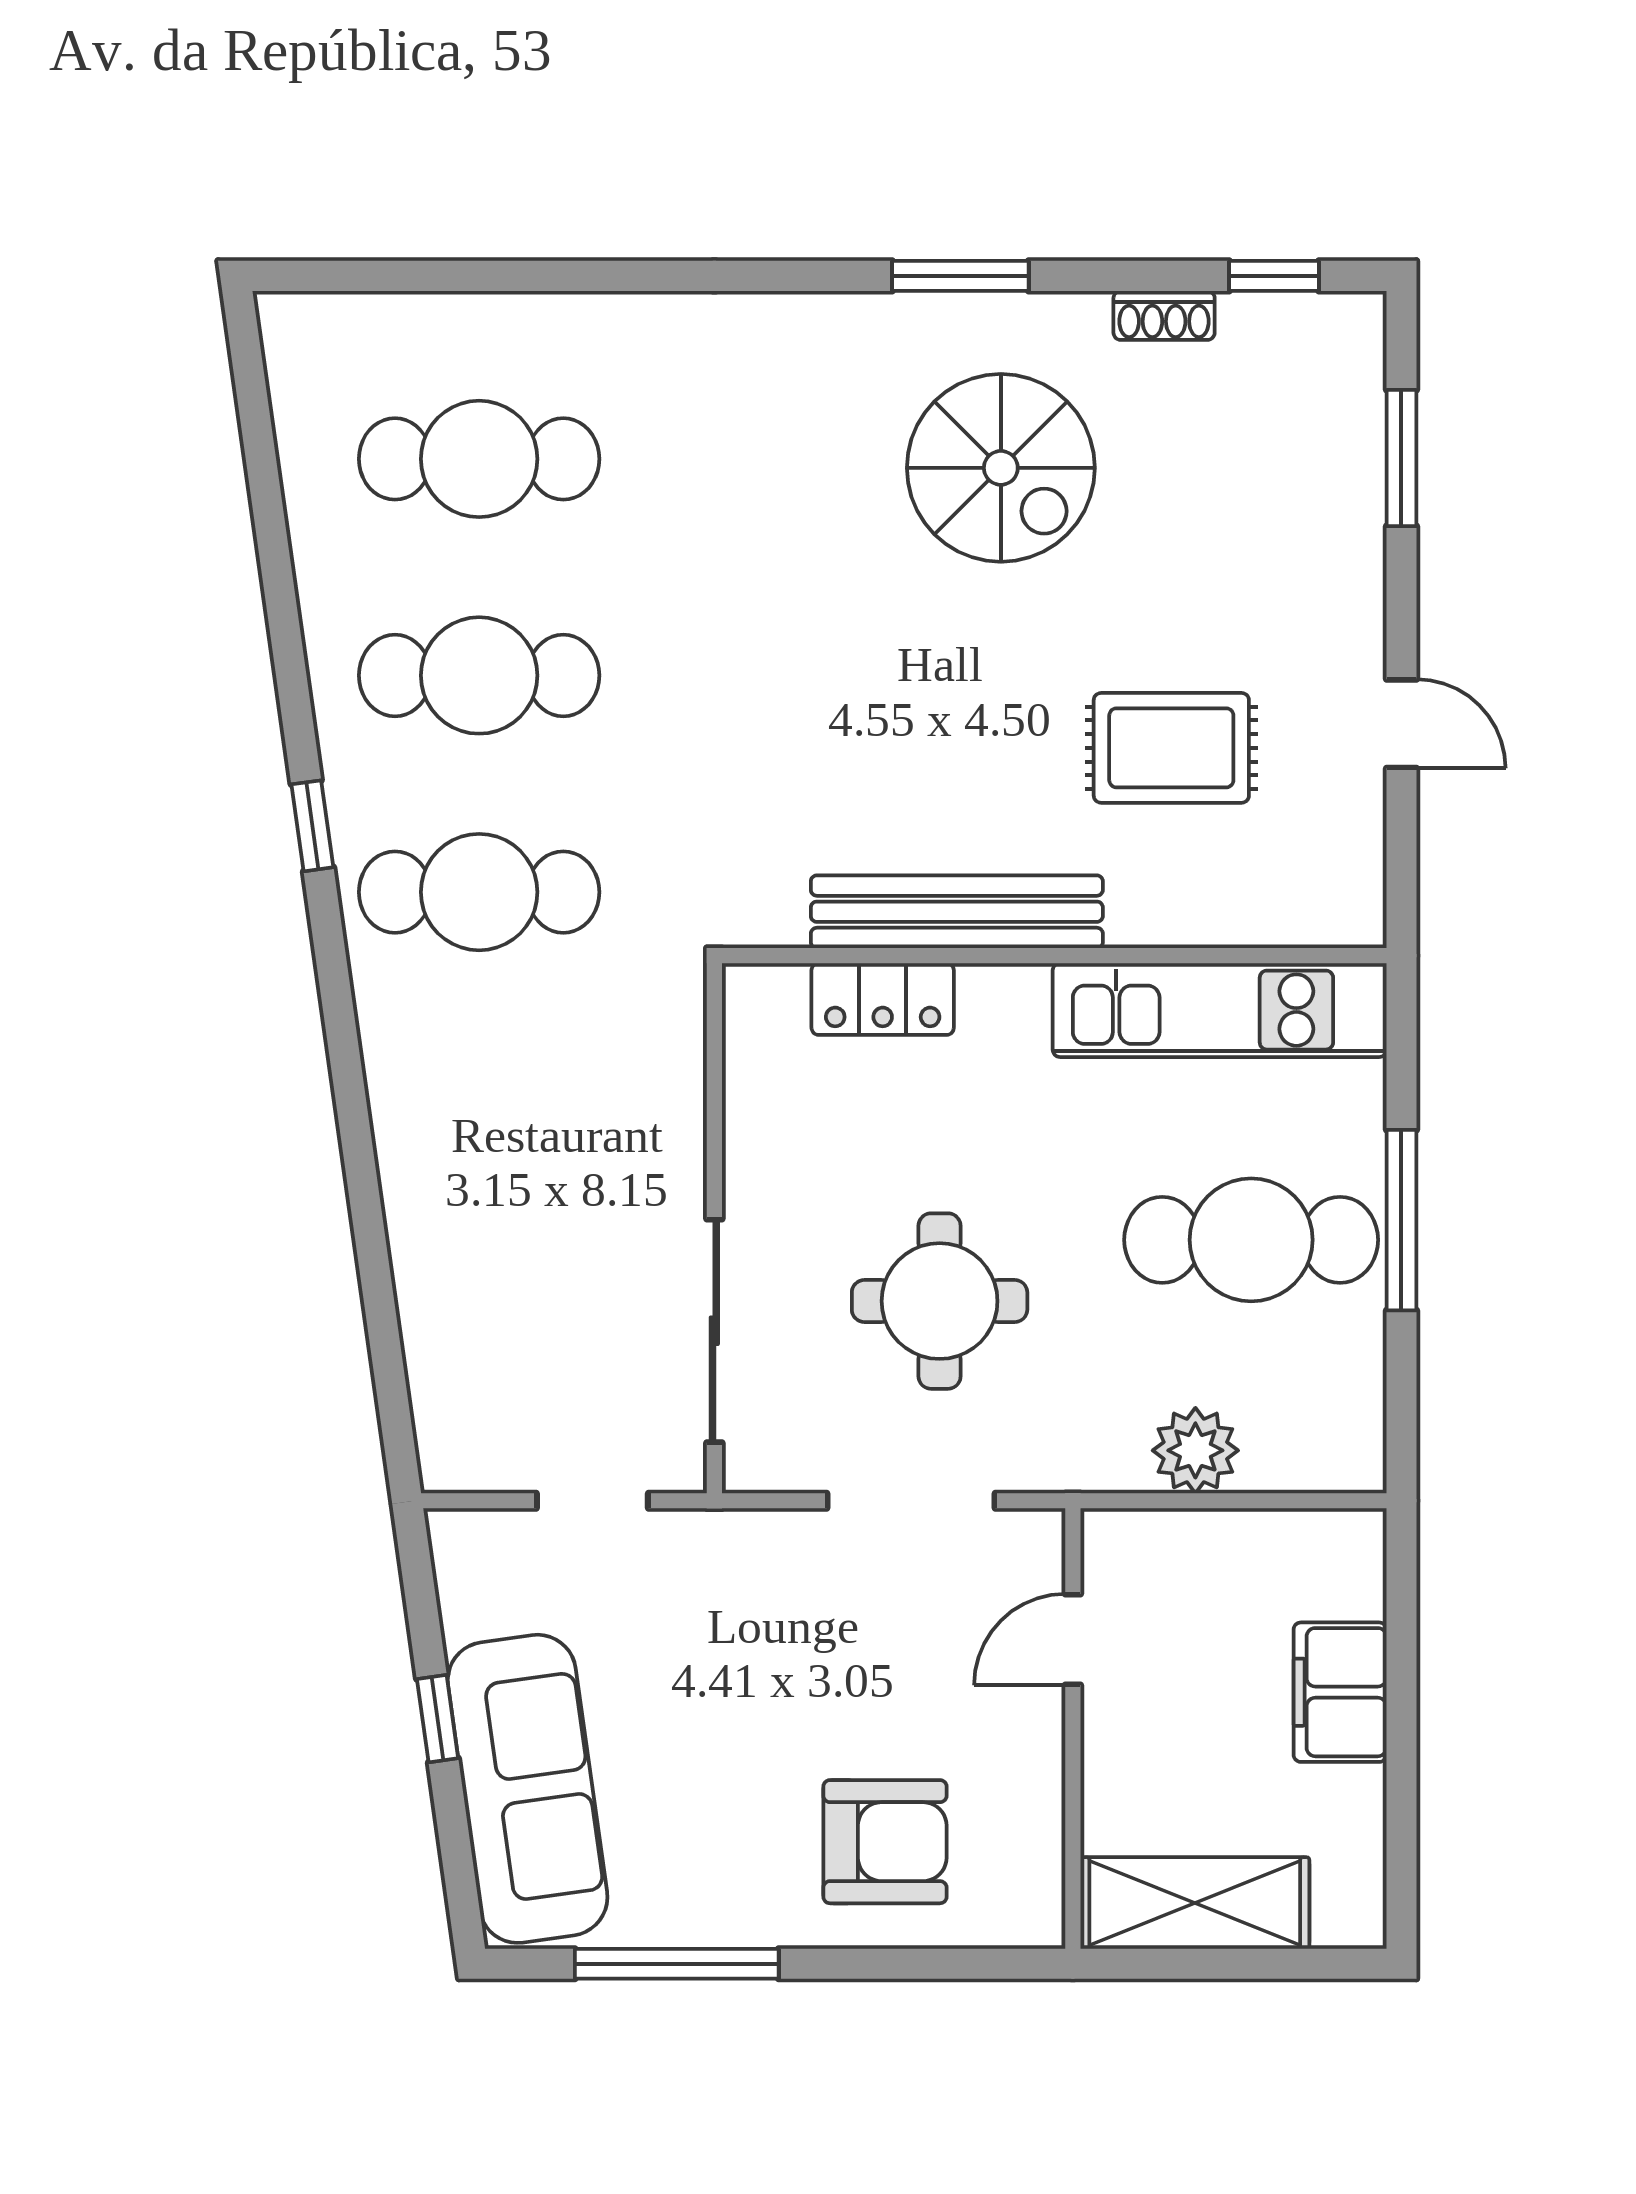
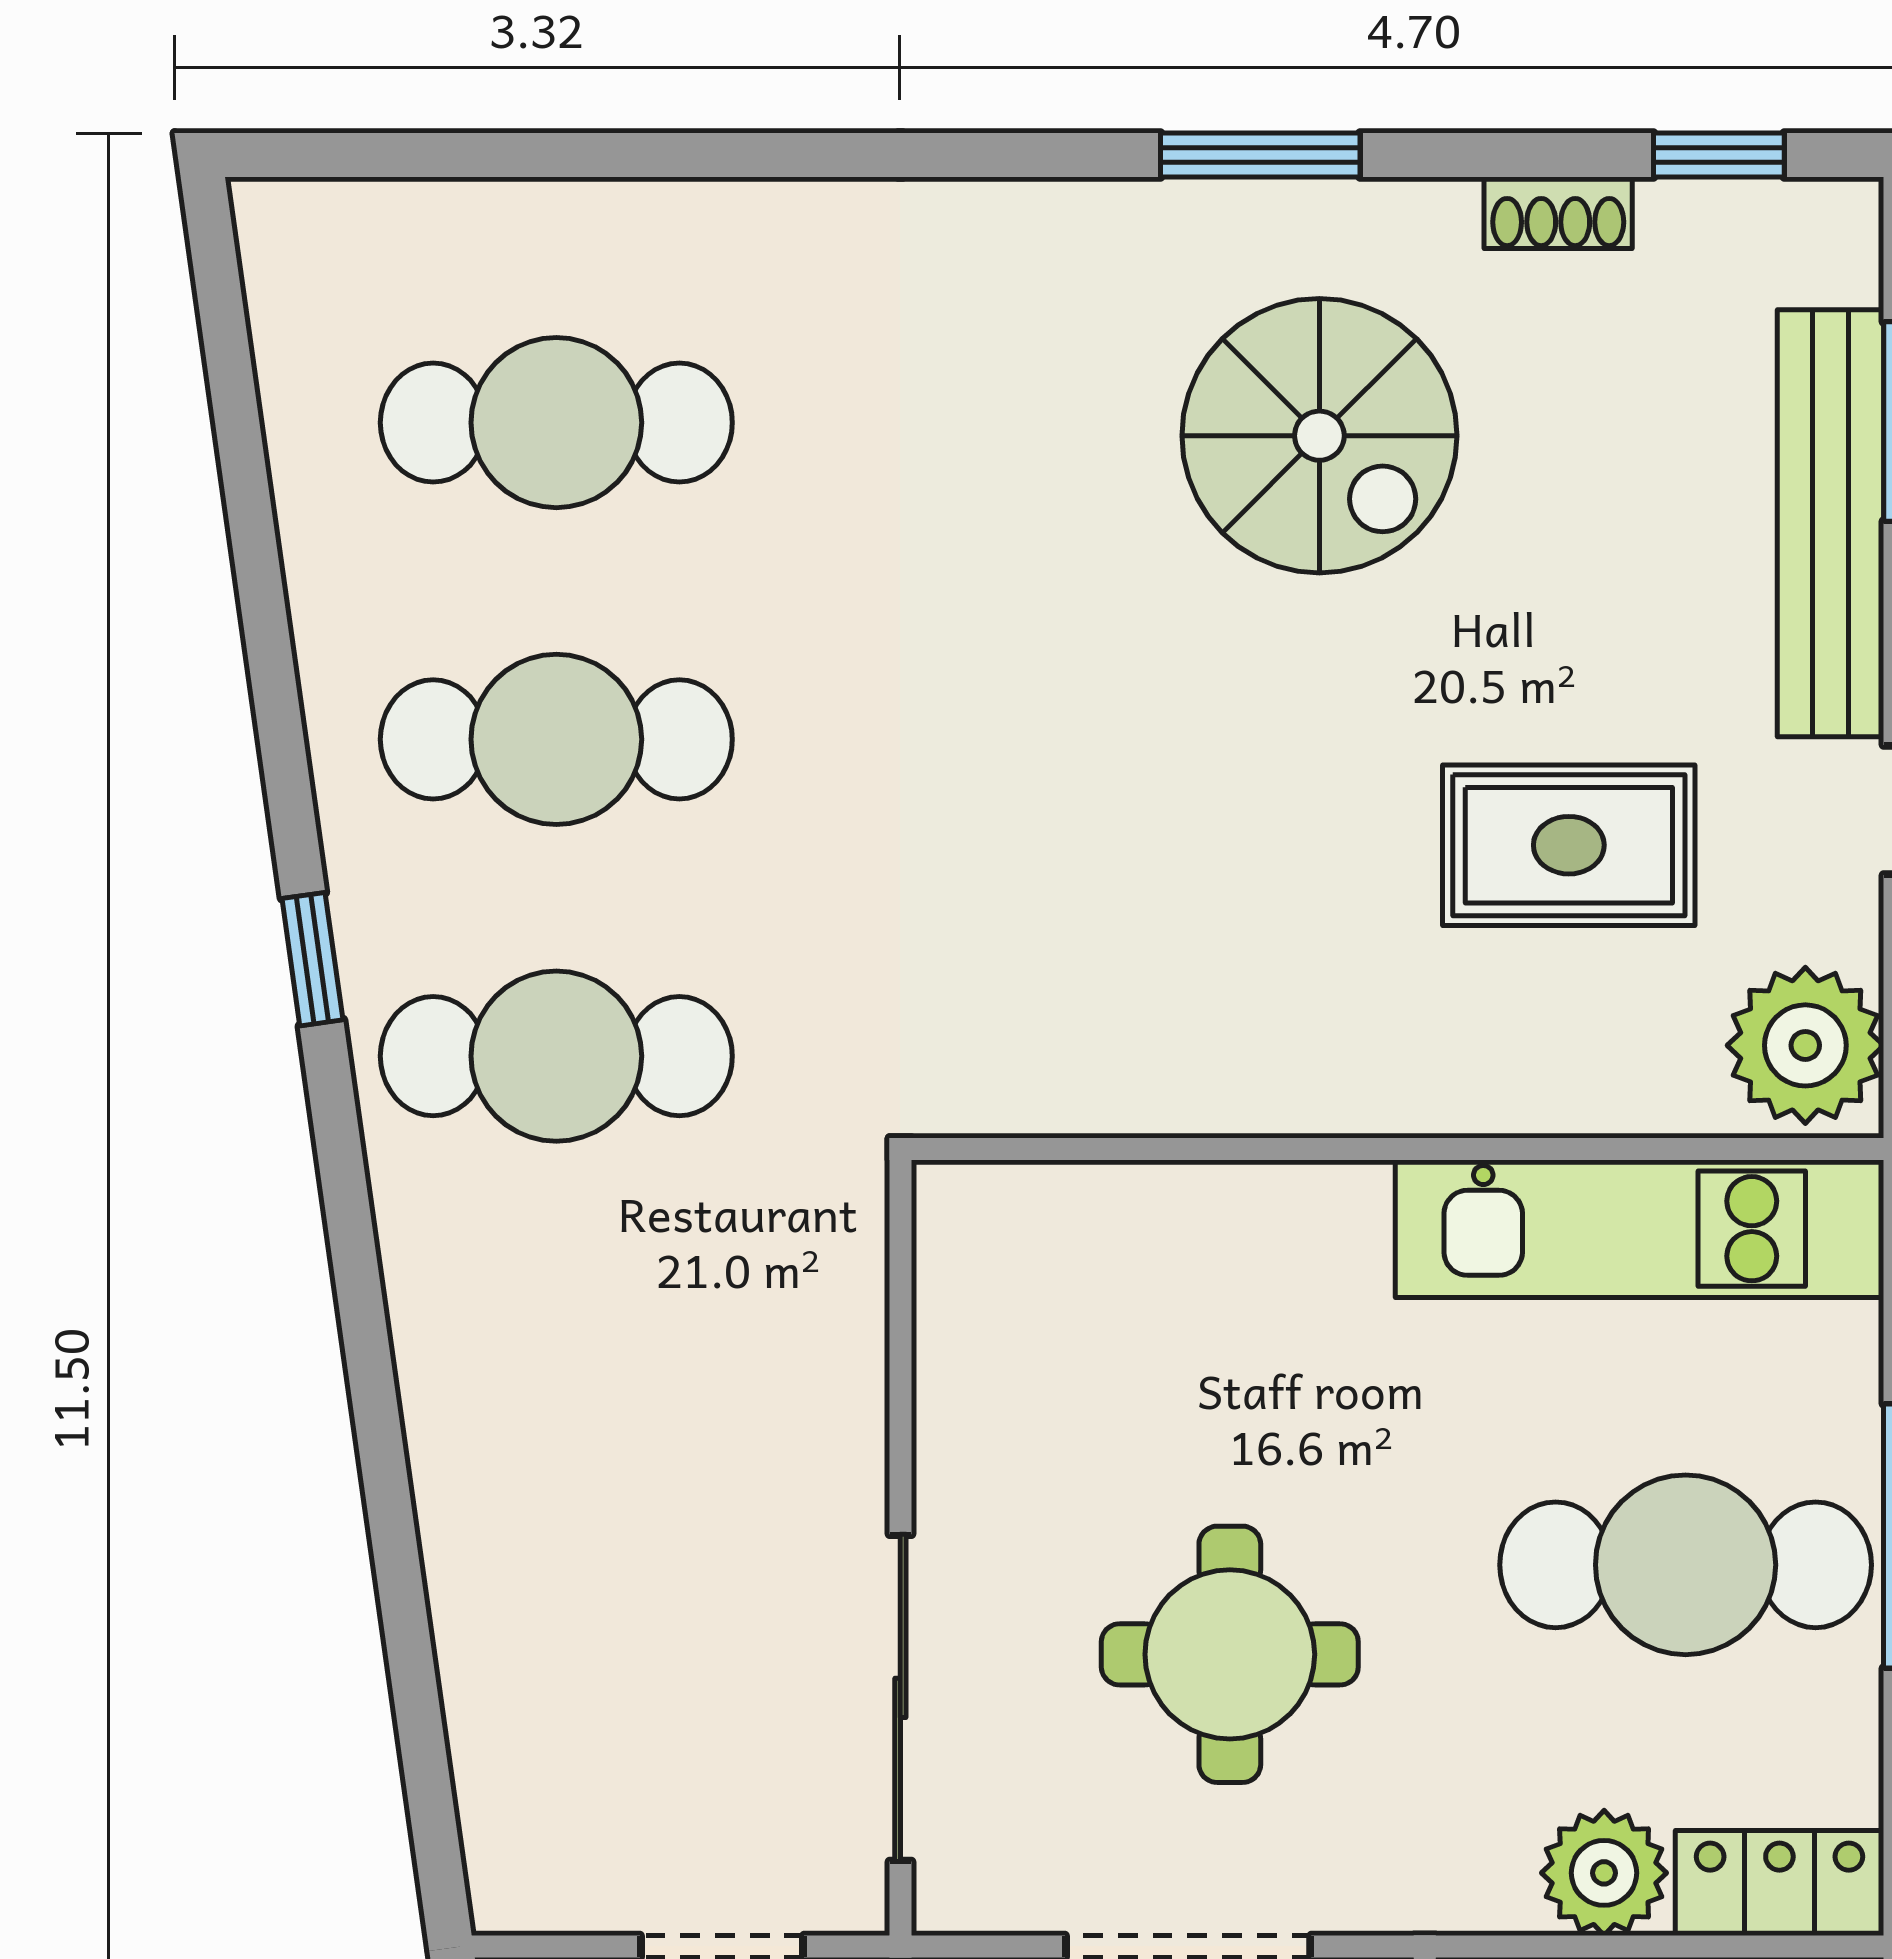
plant: (1333, 885) -> (1805, 1045), added
bench: (957, 912) -> (1830, 523), moved, turned 90
locker: (883, 999) -> (1779, 1883), moved, turned 180

